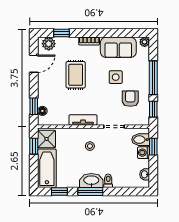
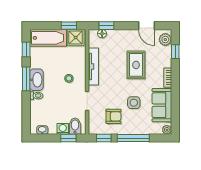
rug: (76, 75) -> (136, 65), turned 90
tv unit: (83, 120) -> (93, 66), width x1.41

